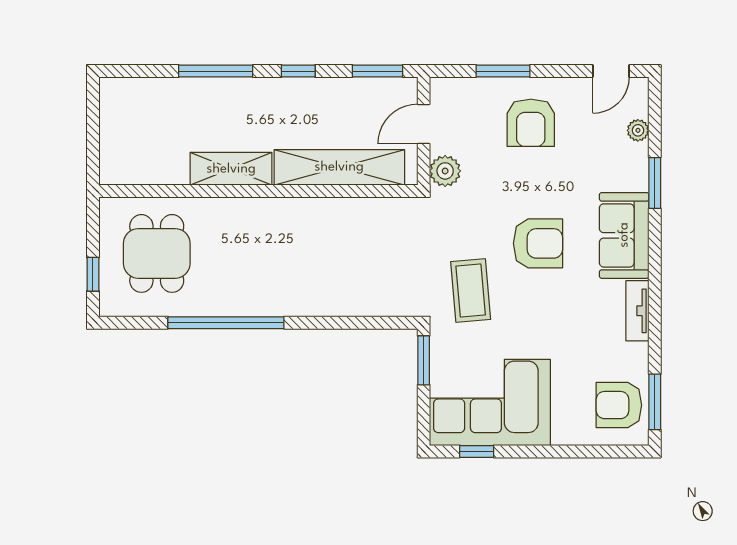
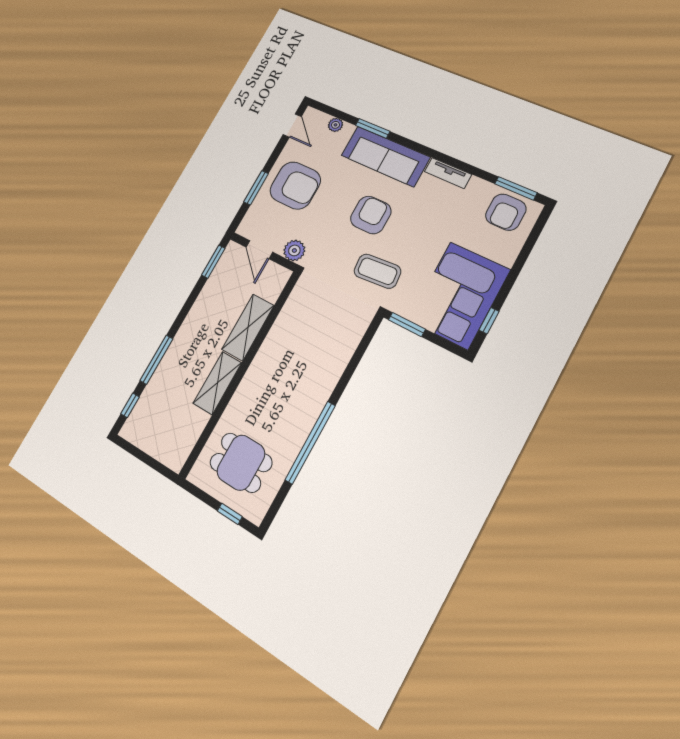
window: (298, 71) -> (130, 405), moved
armchair: (531, 123) -> (295, 185), width x1.36, depth x1.36
shelving: (339, 167) -> (248, 327), width x0.68
sofa: (624, 235) -> (385, 156), width x1.36

